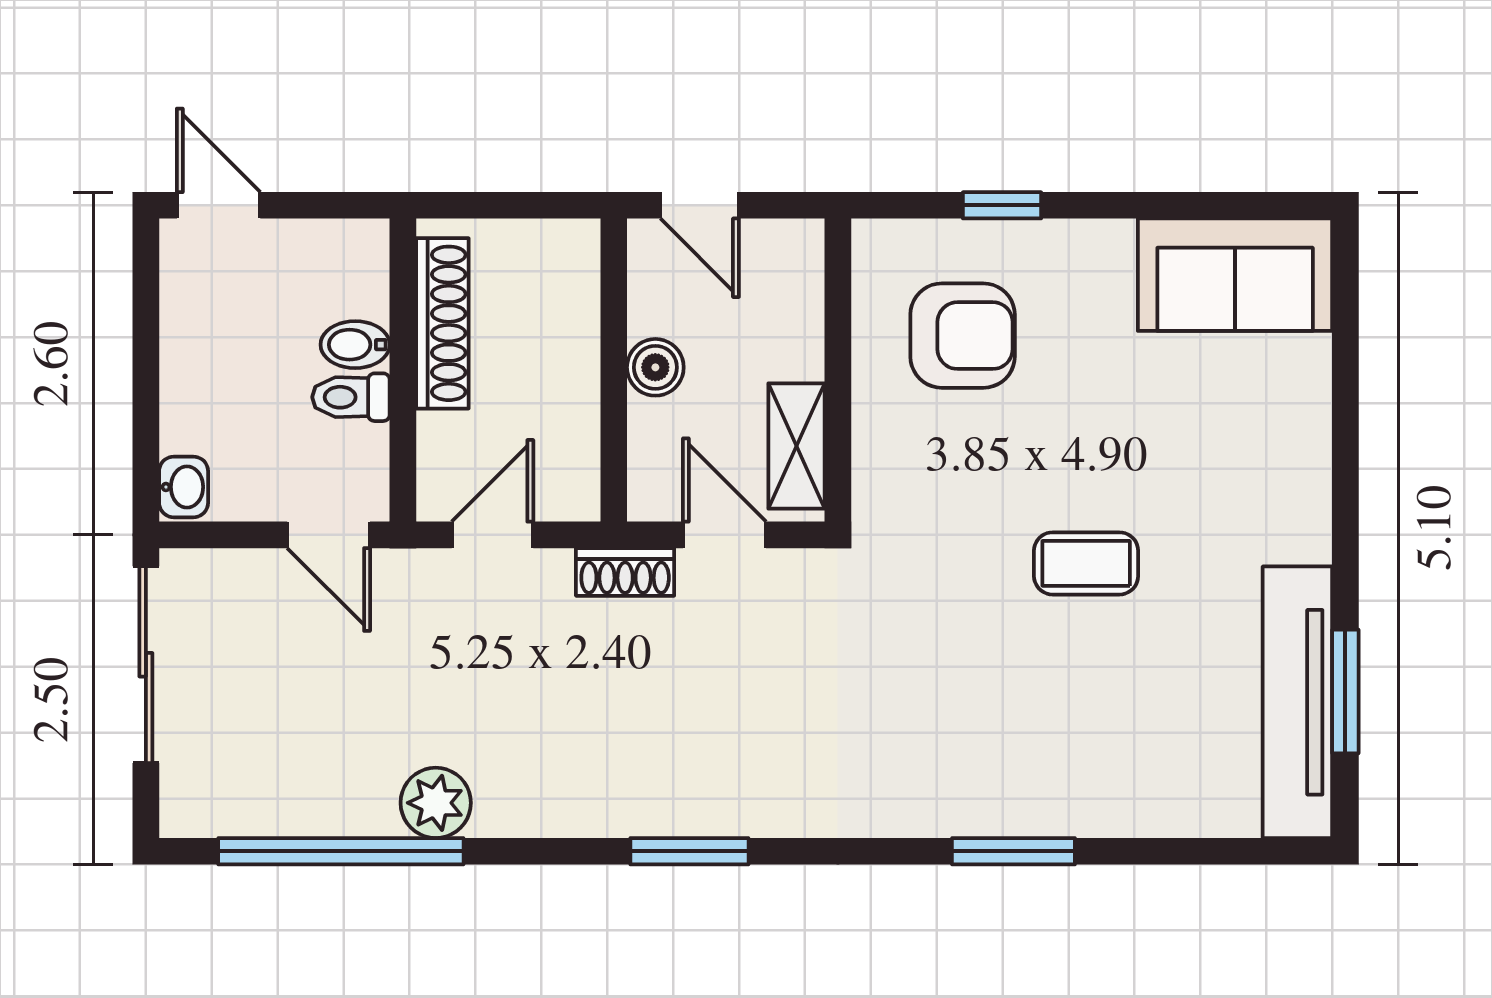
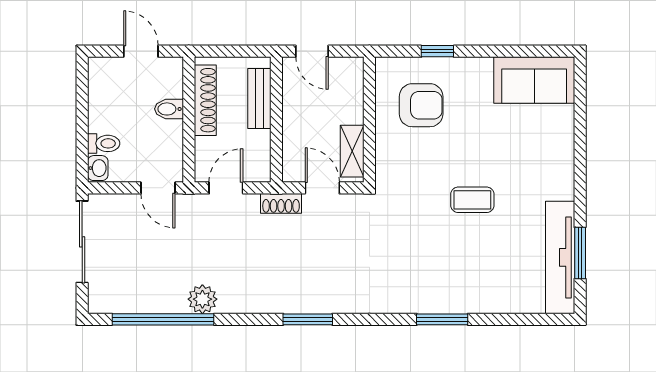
door: (219, 205) -> (141, 51), moved
bench: (573, 319) -> (259, 98), added
boiler: (655, 367) -> (294, 118), removed
toilet: (351, 397) -> (104, 143), moved, turned 180

